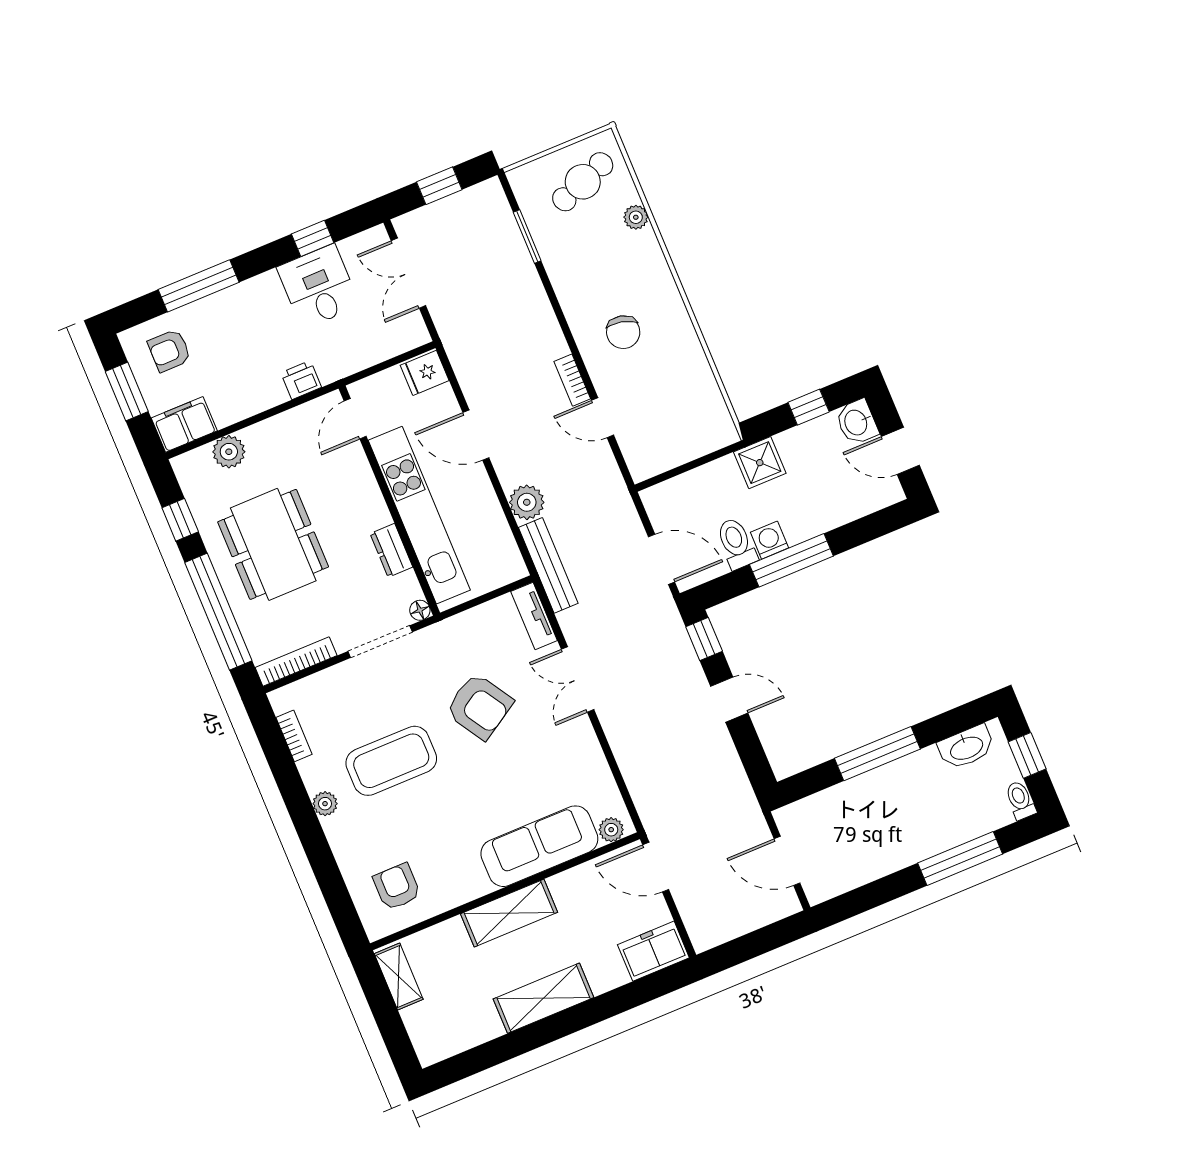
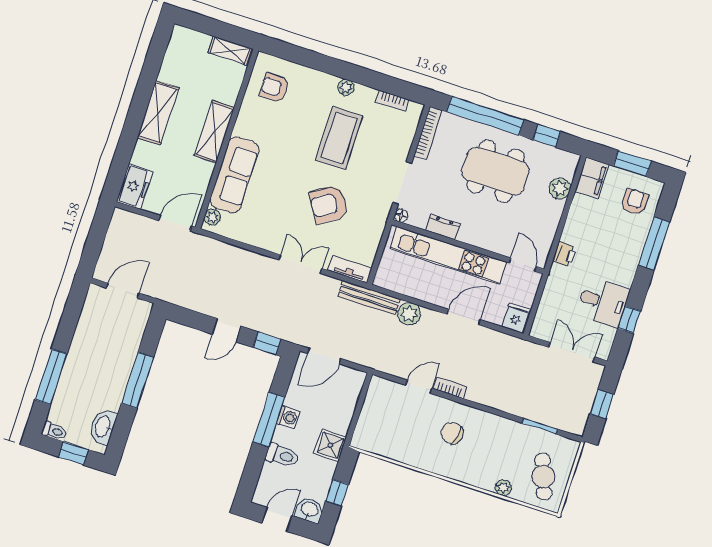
toilet: (736, 543) -> (282, 456), moved
armchair: (397, 887) -> (275, 88), turned 180

